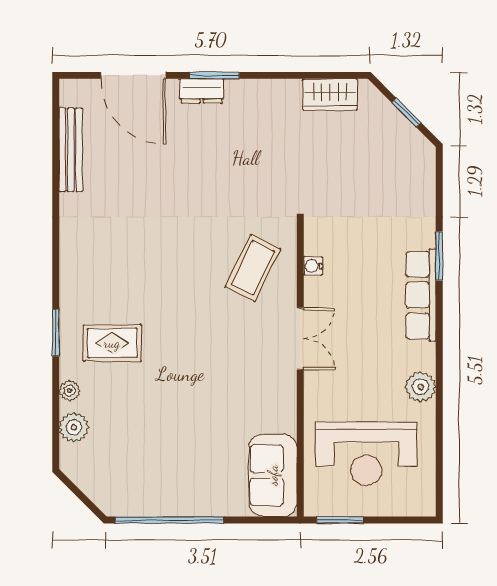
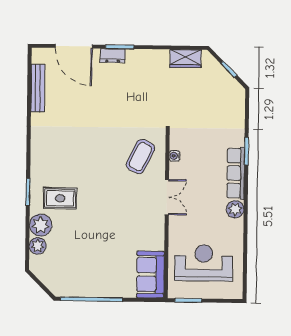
plant: (421, 387) -> (235, 209), moved
plant: (69, 391) -> (41, 225), width x1.88, depth x1.88
reception desk: (366, 454) -> (204, 263), turned 180

